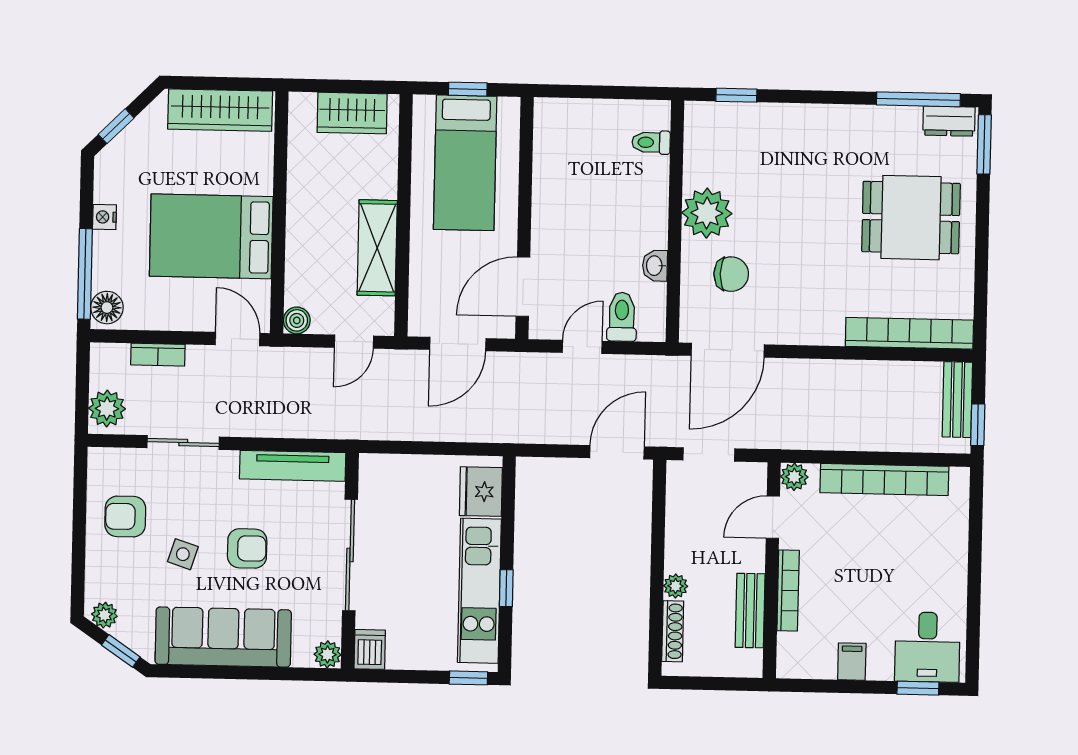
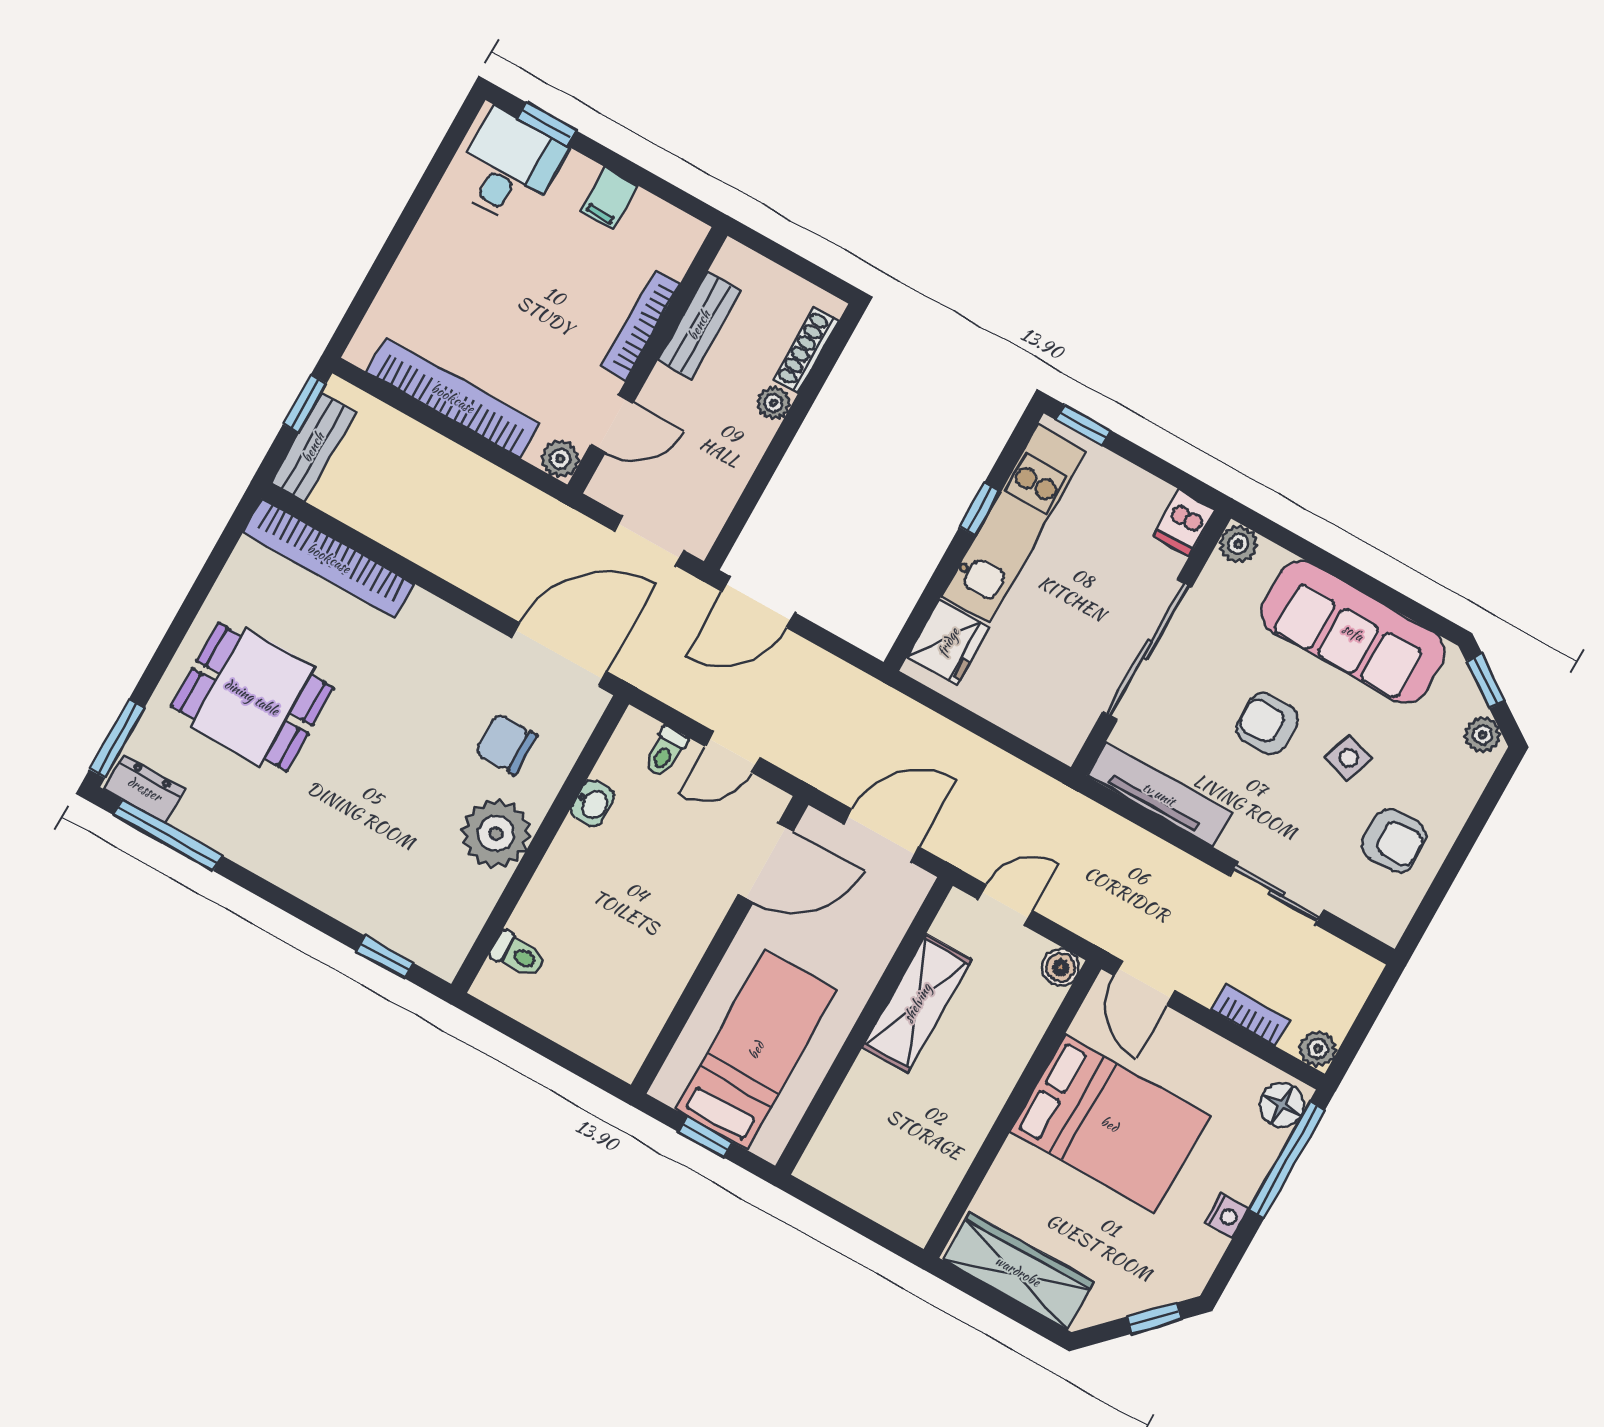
wardrobe: (352, 113) -> (861, 1182), removed
toilet: (622, 317) -> (665, 752), width x0.73, depth x0.72
plant: (107, 409) -> (1318, 1049), moved, width x0.73, depth x0.73

